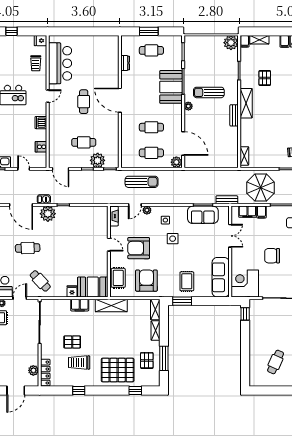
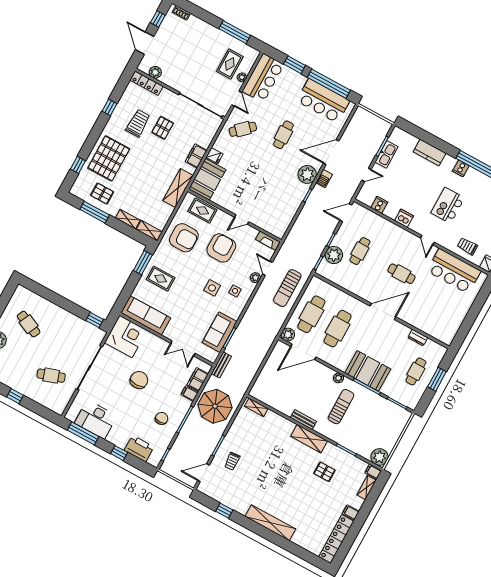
cafe table: (151, 127) -> (338, 329), width x1.37, depth x1.35
cafe table: (151, 153) -> (311, 314), width x1.37, depth x1.35

